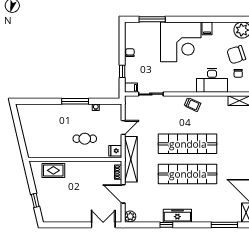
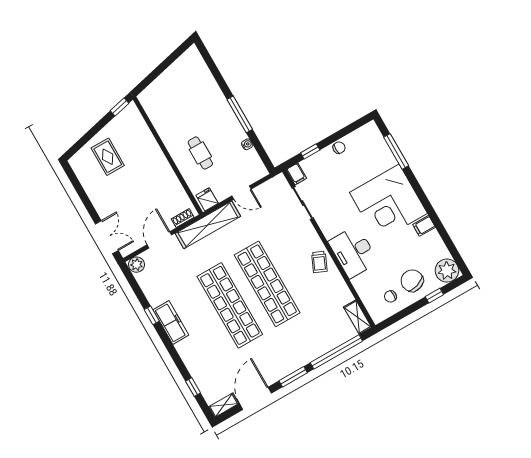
desk: (212, 80) -> (353, 252), moved
rug: (53, 170) -> (108, 157), moved
window: (35, 200) -> (119, 107), moved
window: (224, 225) -> (193, 387), width x0.46

